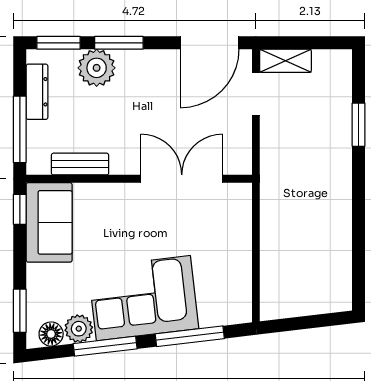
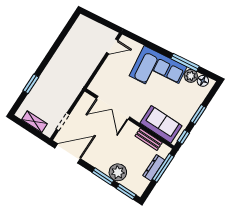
shelving: (286, 61) -> (35, 122), moved
dresser: (37, 92) -> (154, 168), moved
sofa: (49, 222) -> (161, 124), moved, turned 90
door: (256, 289) -> (112, 46), added
window: (20, 311) -> (198, 114), moved
window: (190, 336) -> (150, 45), removed

